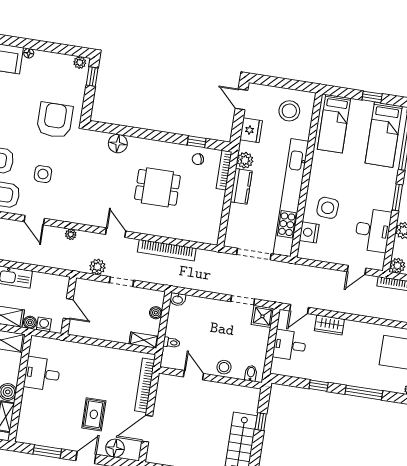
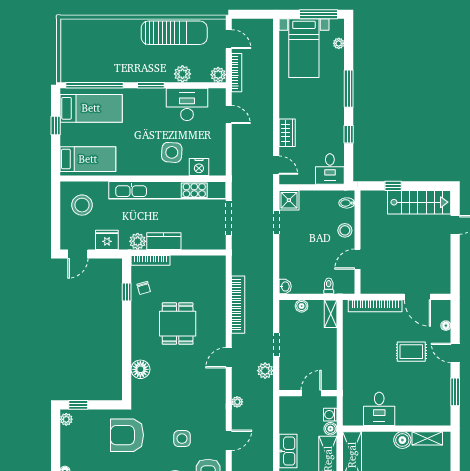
desk: (290, 345) -> (330, 169), moved
floor lamp: (115, 448) -> (446, 326), width x0.53, depth x0.53

